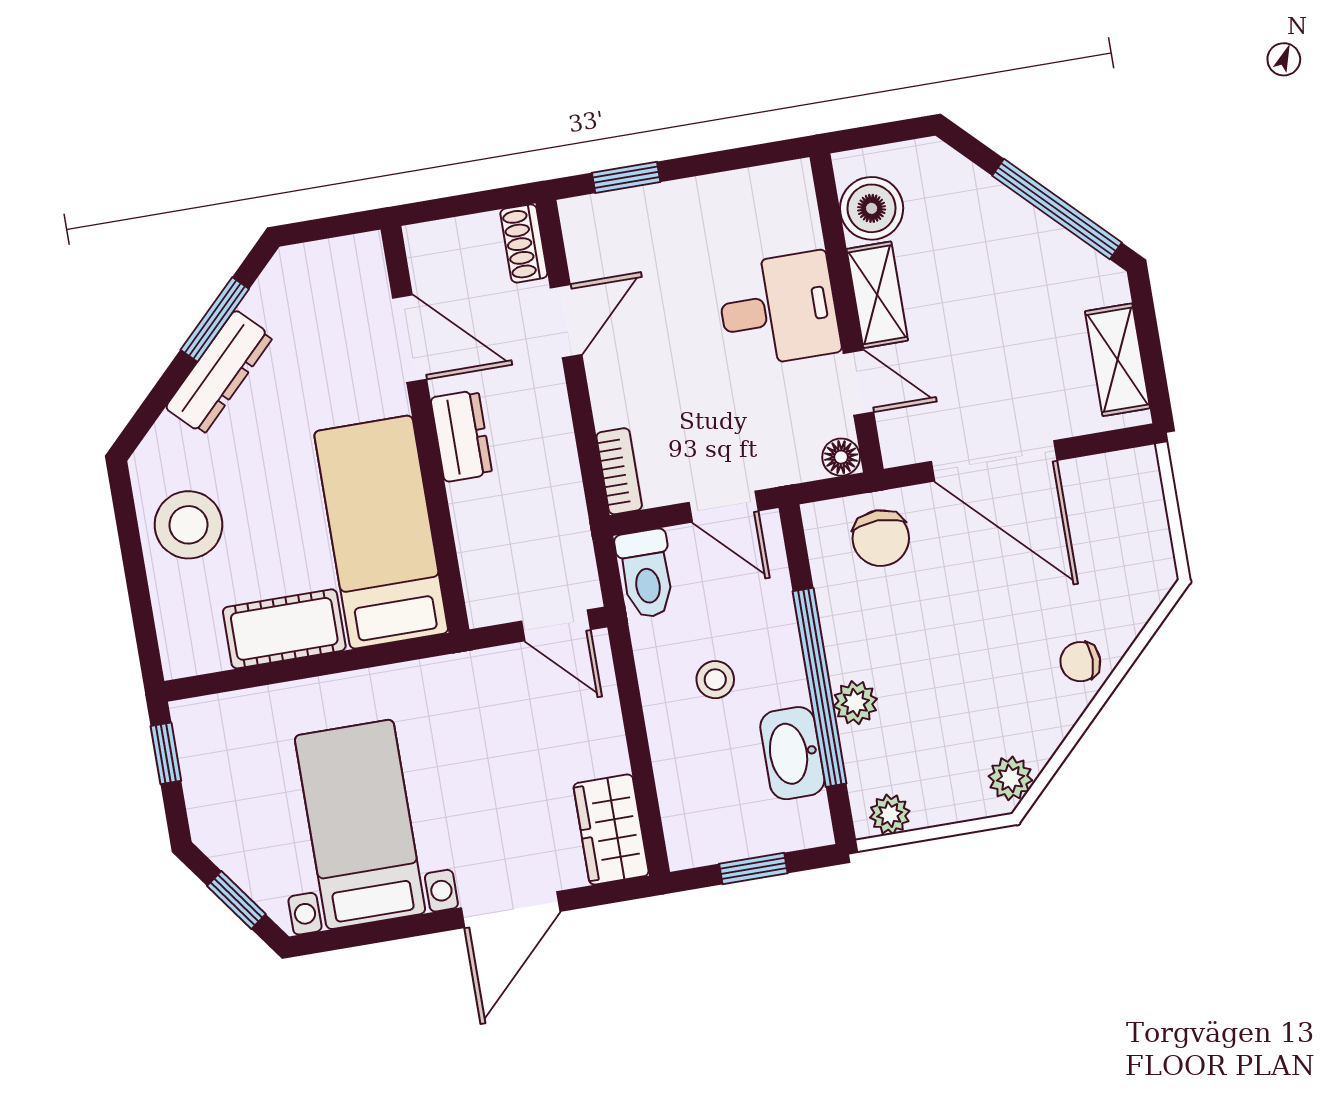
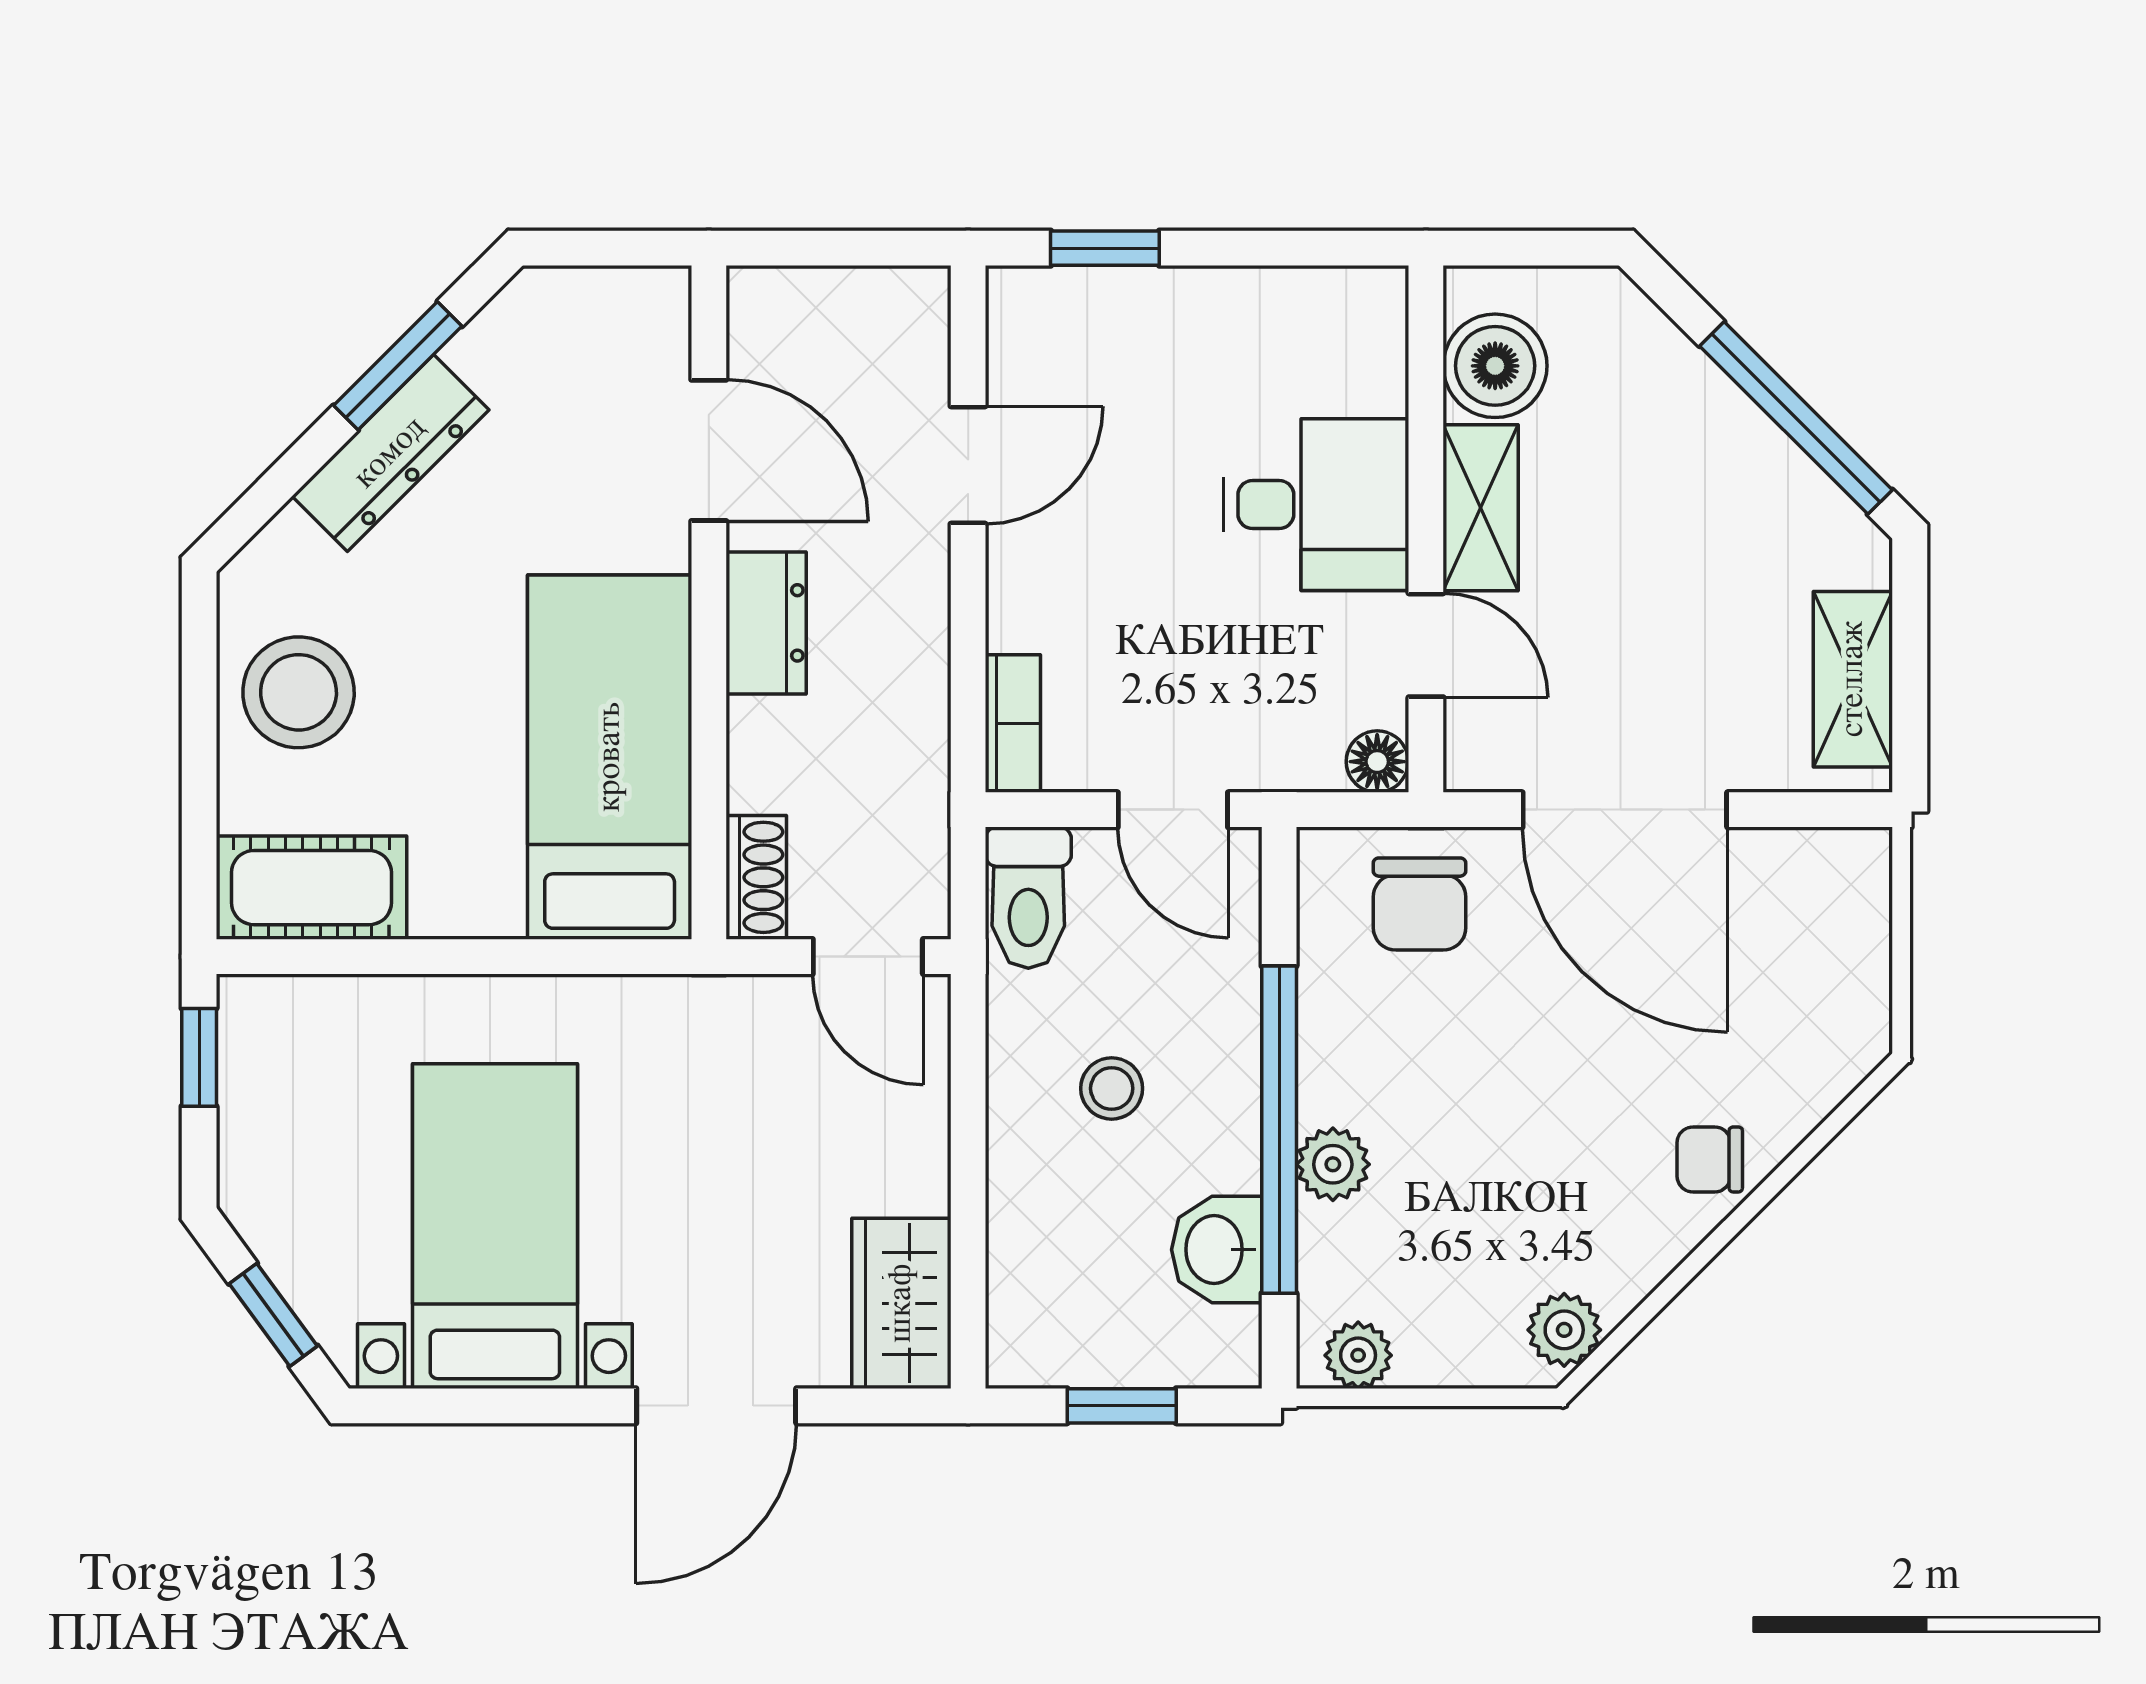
shoe rack: (524, 243) -> (756, 877), moved, turned 180
cot: (284, 629) -> (311, 888), moved
washbasin: (792, 753) -> (1217, 1250), width x0.72

